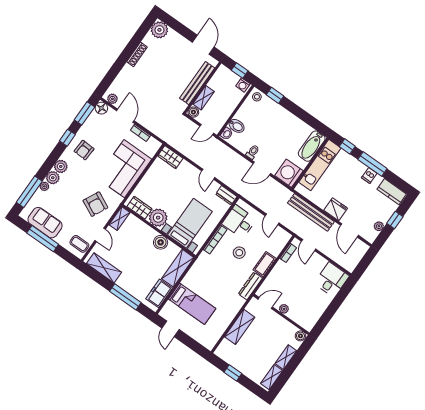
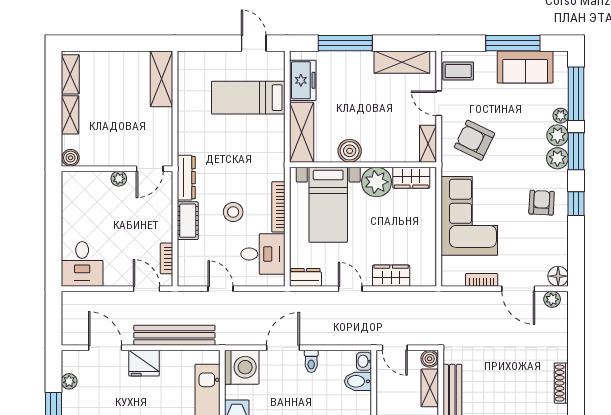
window: (84, 113) -> (576, 151), moved
door: (207, 130) -> (395, 348), swing flipped
wardrobe: (170, 157) -> (391, 276), moved
shelving: (240, 327) -> (161, 79), moved
window: (233, 373) -> (127, 43), removed

